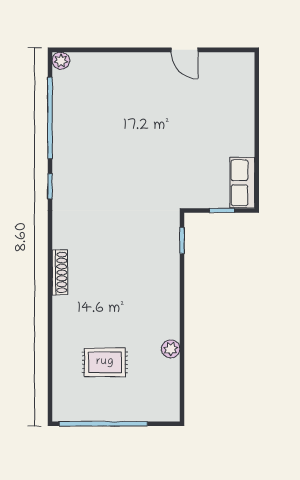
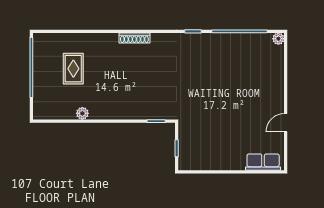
row of seats: (242, 183) -> (263, 162), moved

